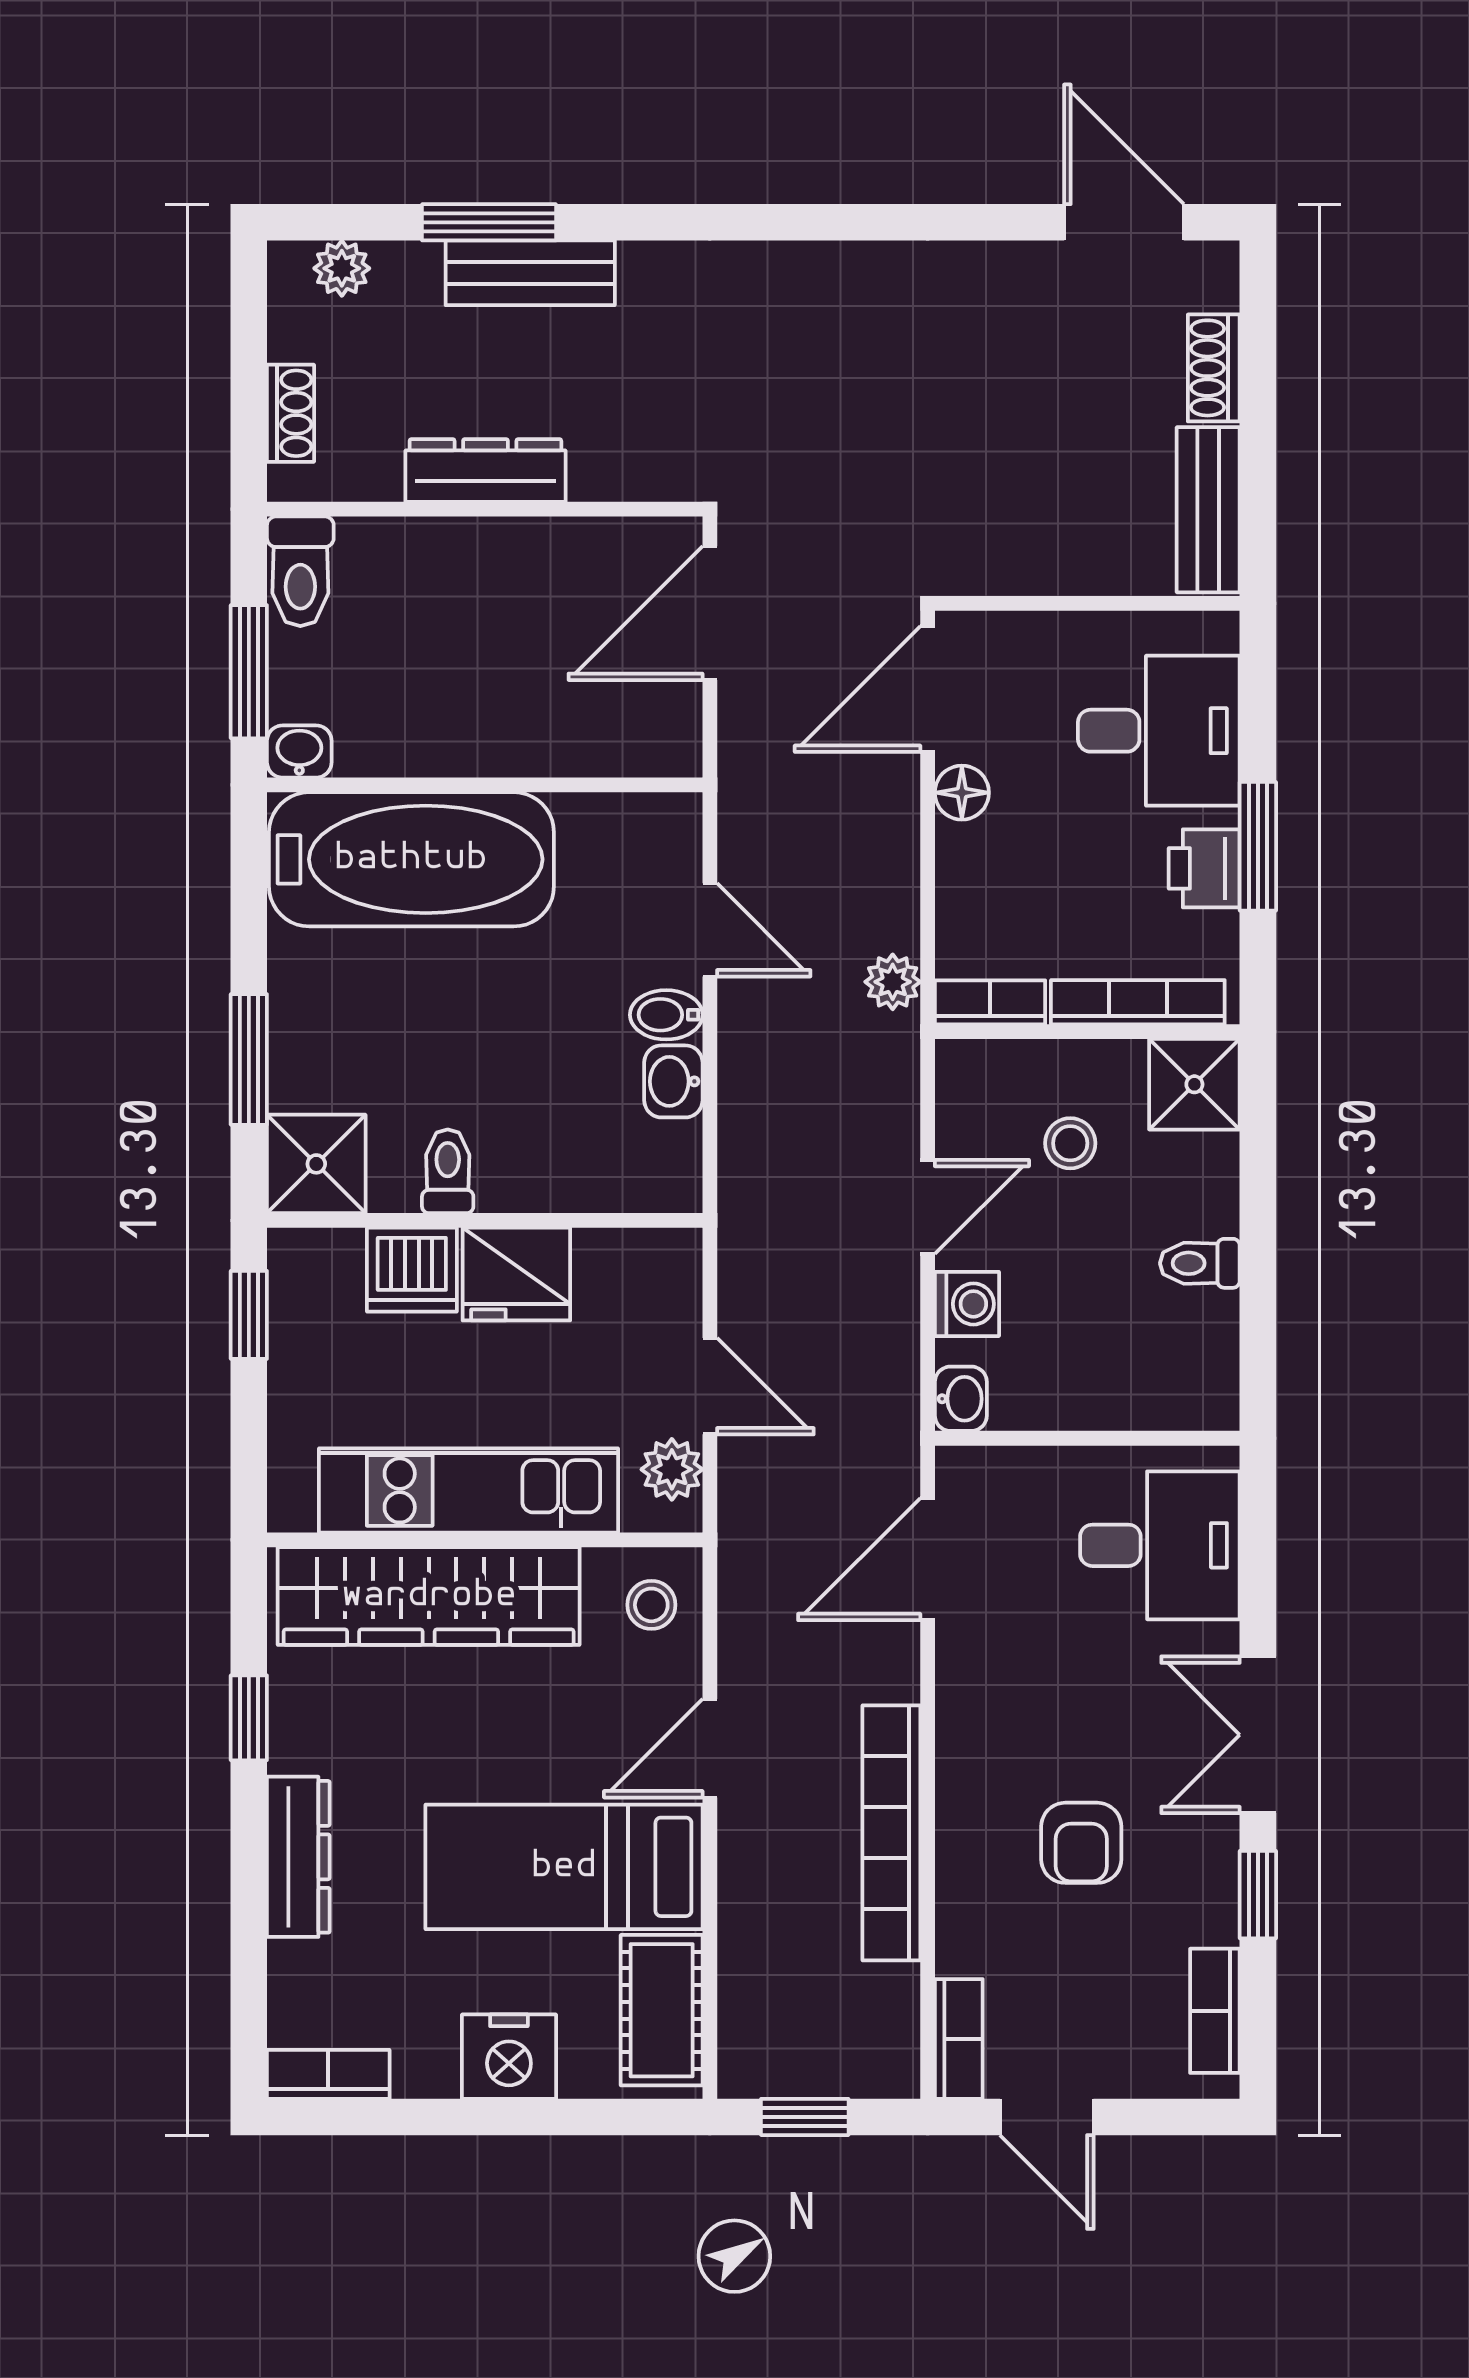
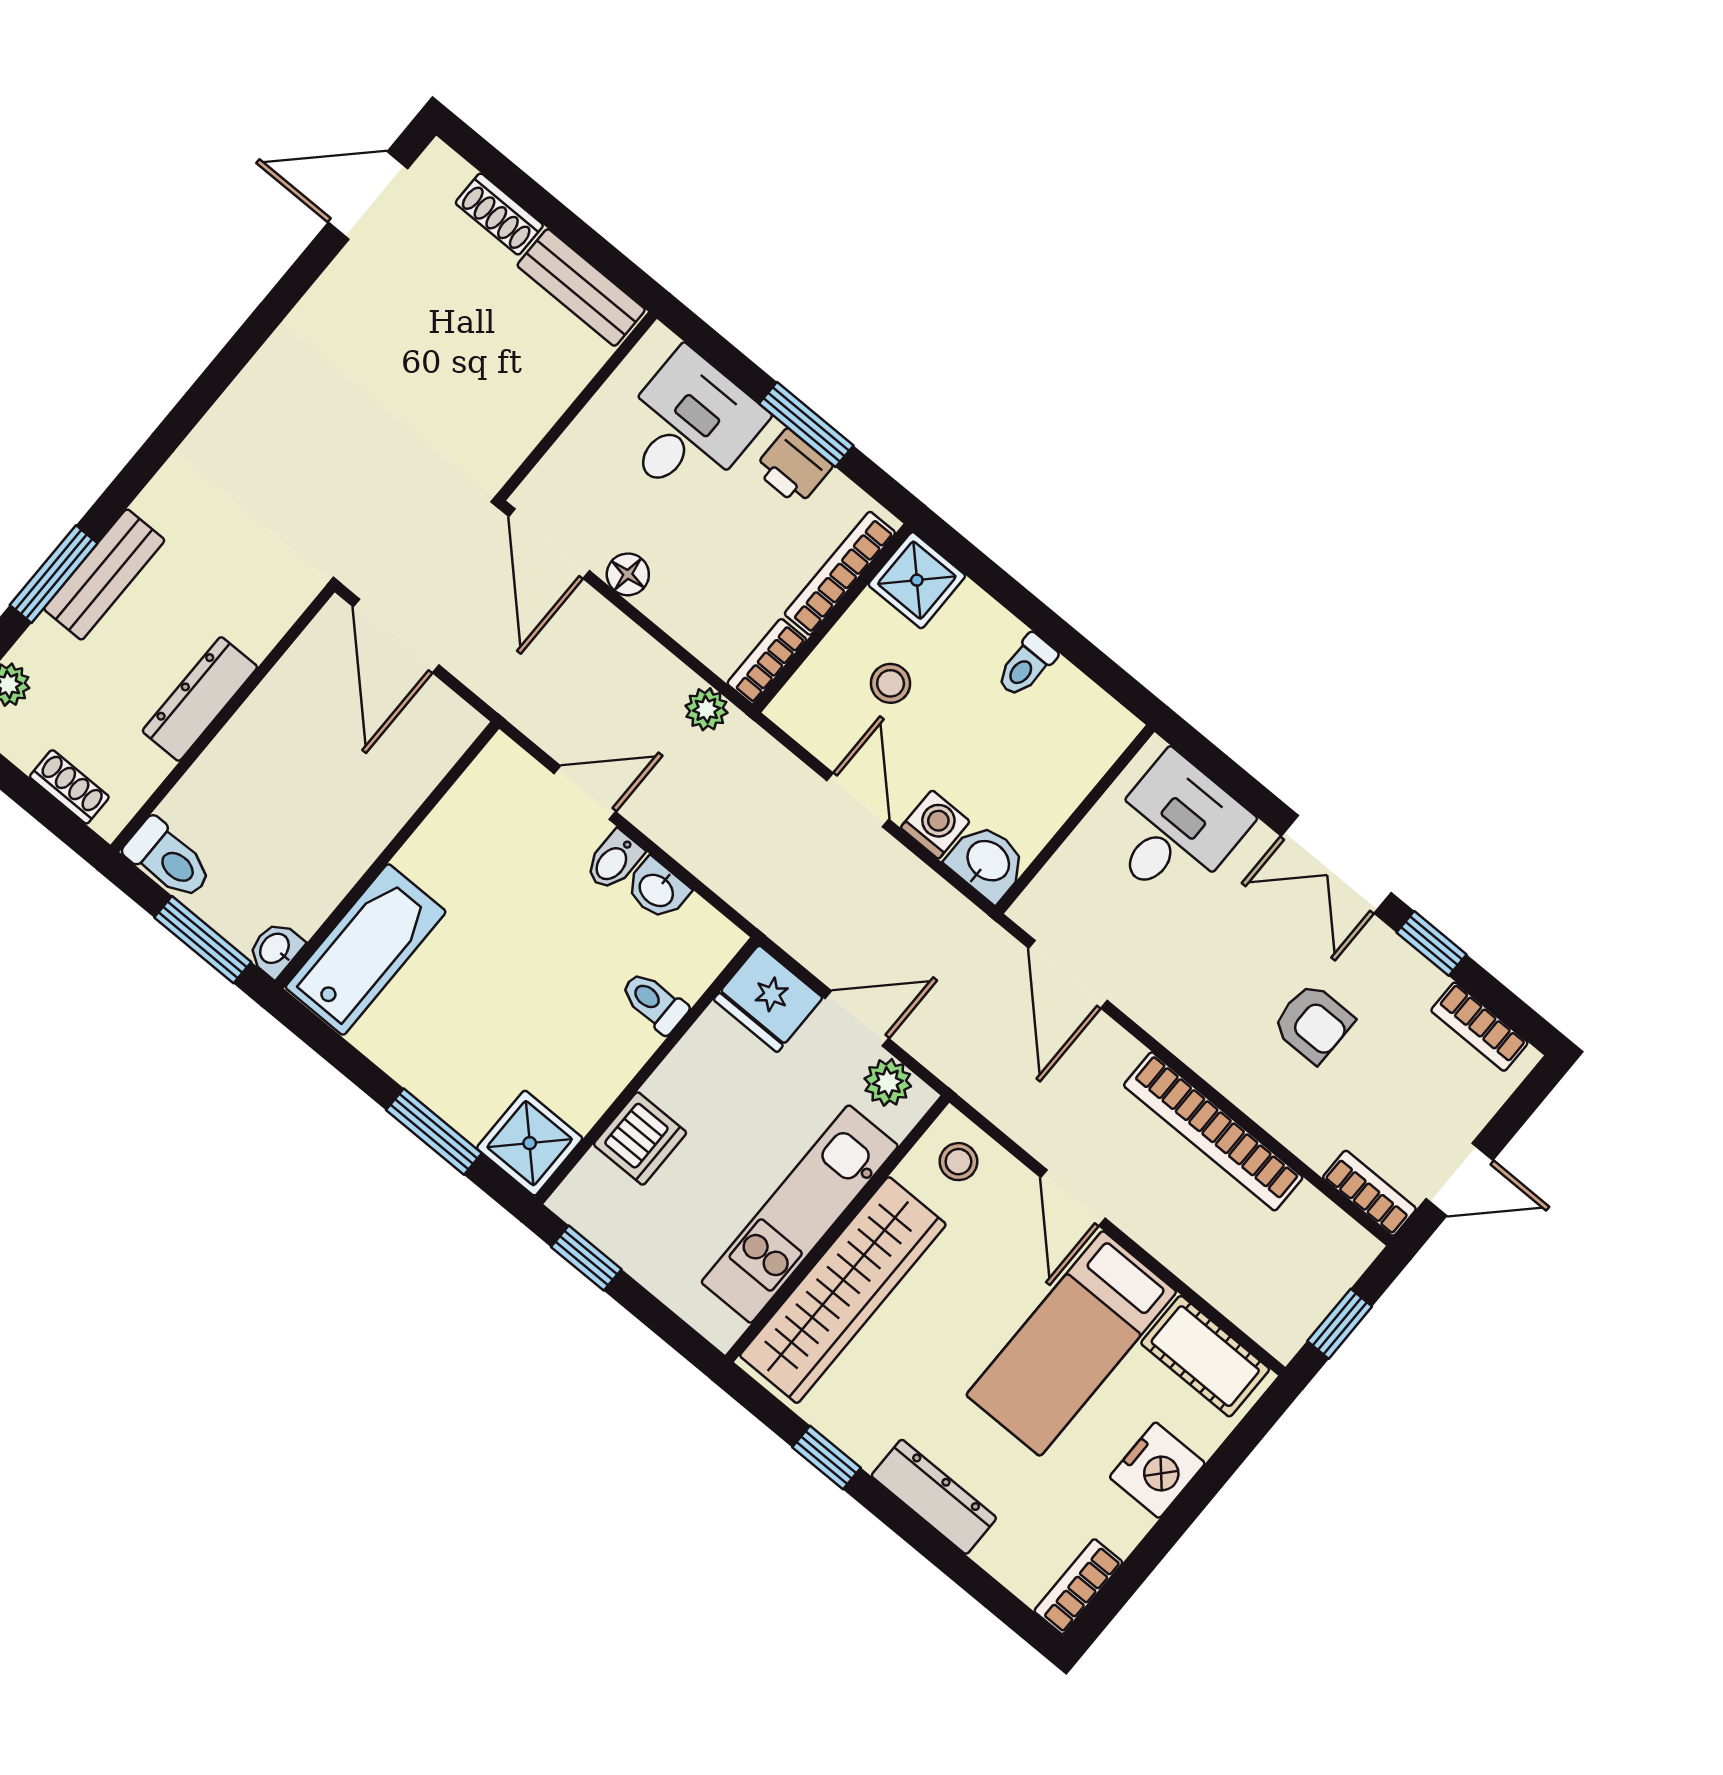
bathtub: (411, 859) -> (366, 949), width x0.73, depth x0.73
toilet: (448, 1171) -> (654, 1002), moved
fridge: (516, 1274) -> (768, 999), moved, turned 90
washbasin: (961, 1399) -> (987, 862), width x1.38, depth x1.45

